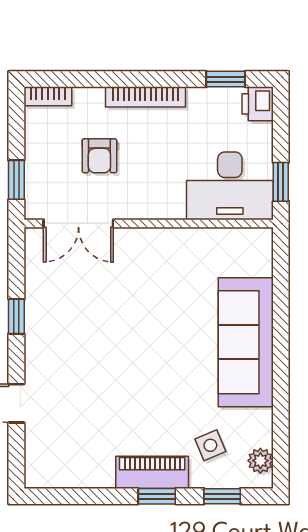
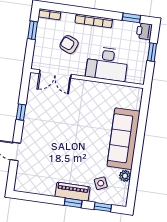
armchair: (99, 156) -> (69, 45), turned 113
window: (16, 180) -> (33, 30), moved
window: (281, 182) -> (152, 52), moved
desk: (230, 186) -> (107, 64), moved
plant: (260, 461) -> (125, 176), moved

